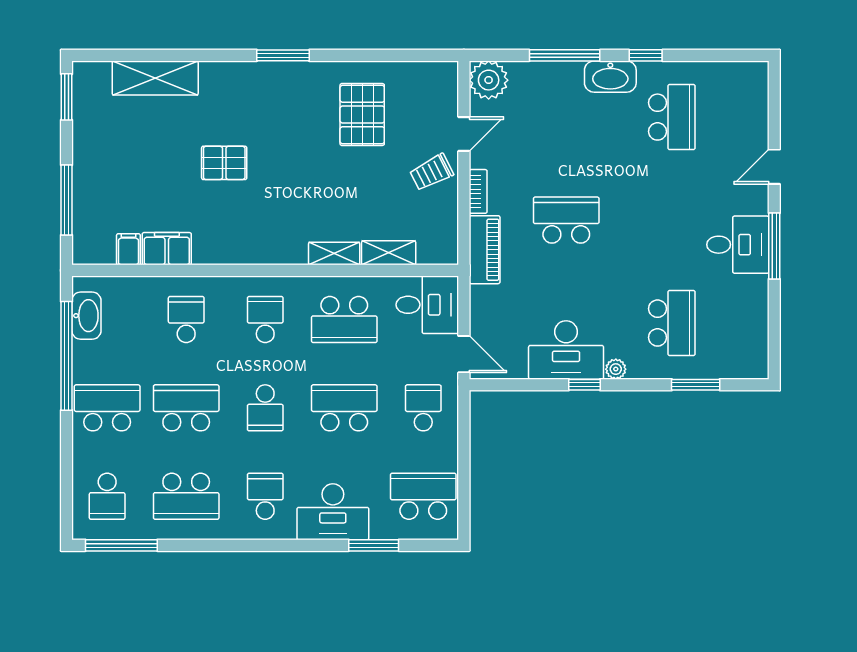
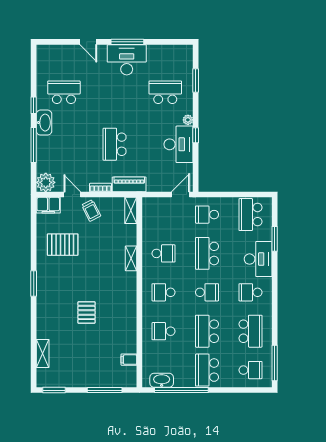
shelving: (155, 78) -> (43, 353), width x0.67, depth x0.75
desk: (738, 245) -> (127, 60), width x1.37
filing cabinet: (167, 249) -> (48, 205), moved, turned -90
shelving: (389, 253) -> (131, 210), moved
desk: (427, 305) -> (156, 213), removed
school desk: (344, 319) -> (164, 253), width x0.54

